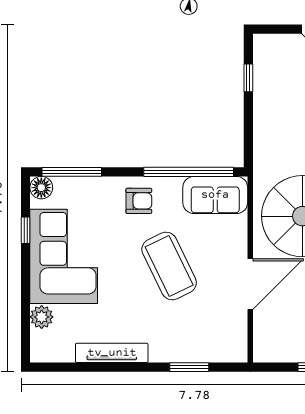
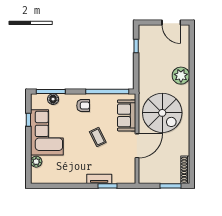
floor lamp: (41, 188) -> (53, 99), moved
sofa: (215, 195) -> (127, 115), moved, turned 90
coffee table: (169, 266) -> (98, 137), width x0.54, depth x0.58
tv unit: (112, 353) -> (99, 179), moved, width x0.71

